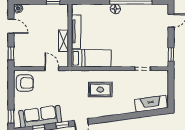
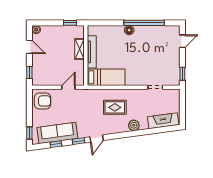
shelving: (63, 41) -> (80, 49), moved
door: (52, 69) -> (68, 87), hinge flipped
plant: (120, 108) -> (134, 125), added

